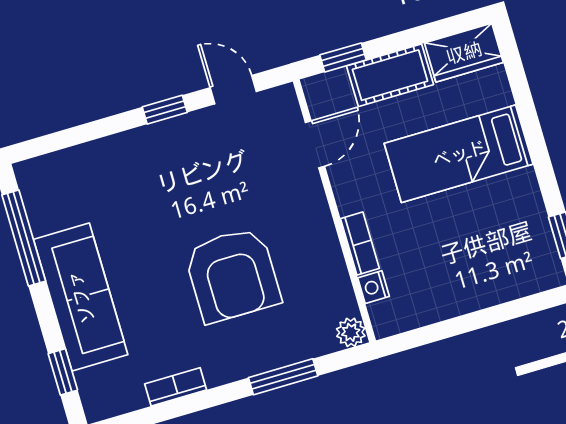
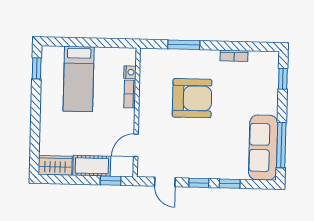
window: (102, 128) -> (230, 184), added
bed: (459, 154) -> (79, 79), moved, turned 90
armchair: (232, 275) -> (192, 98), turned 90
sofa: (81, 297) -> (263, 147), moved
plant: (351, 332) -> (147, 55), removed

